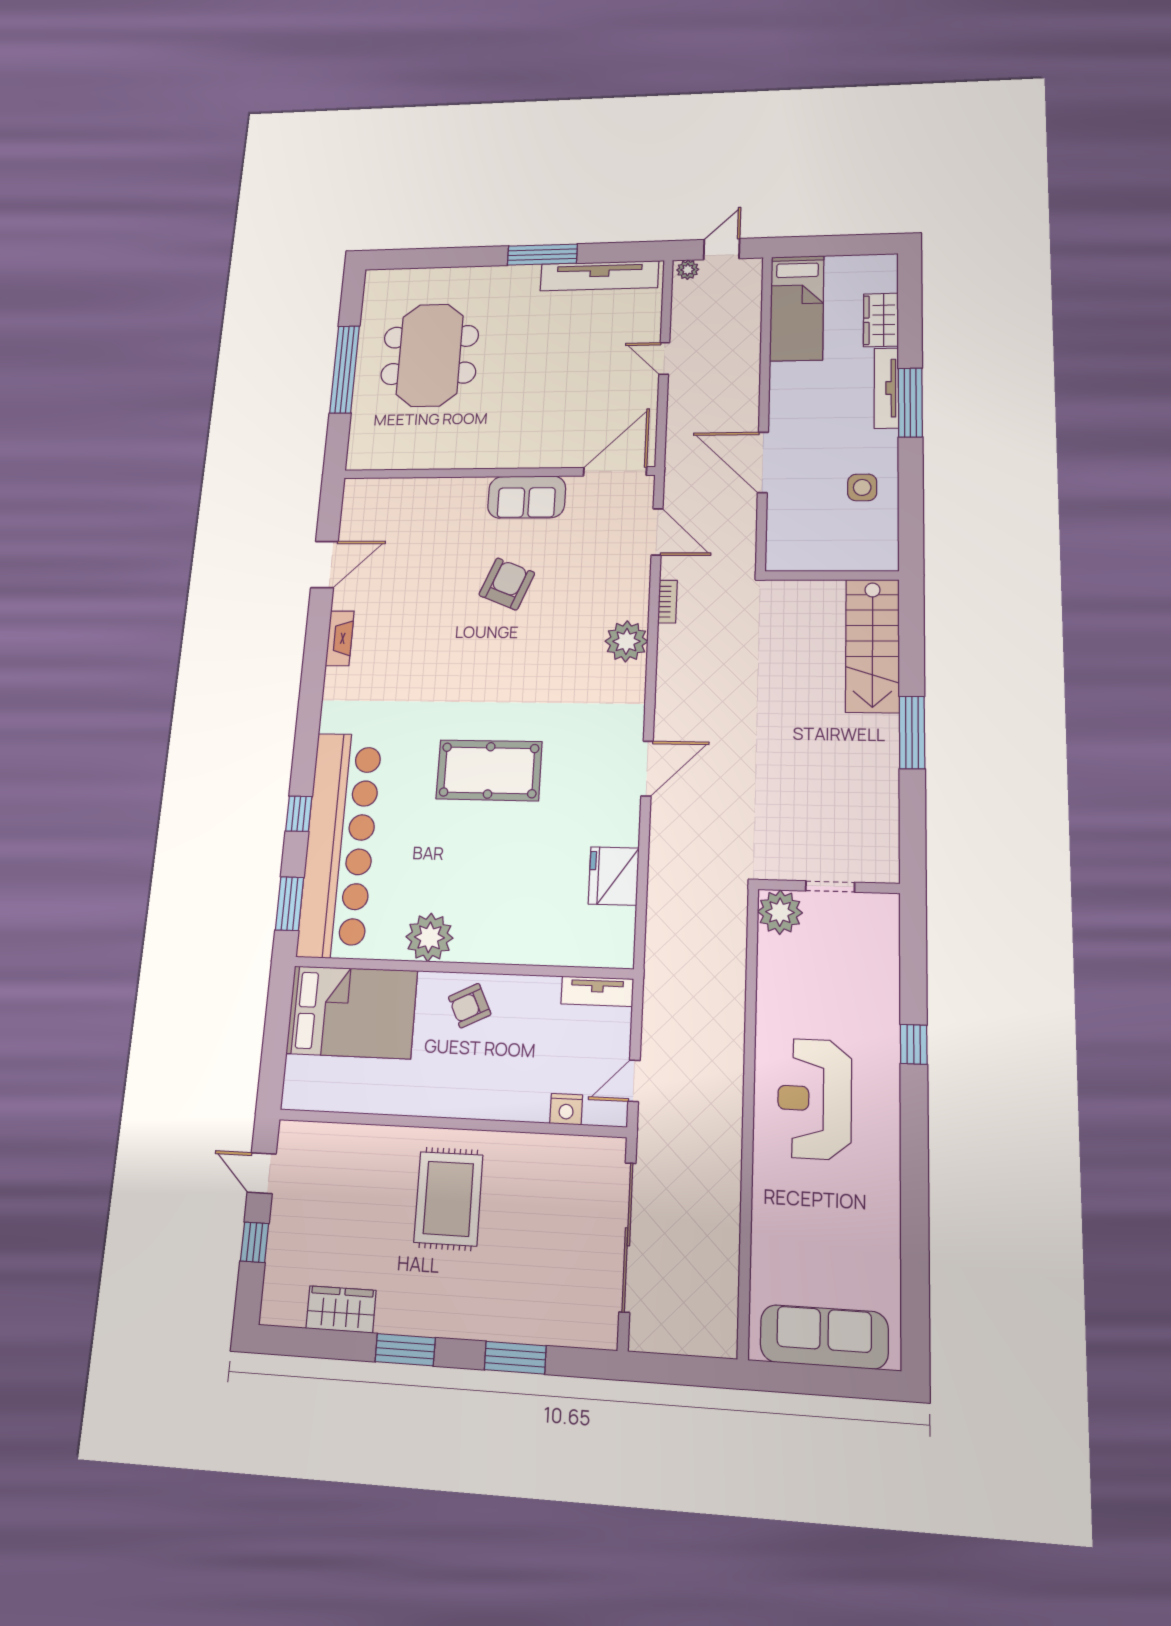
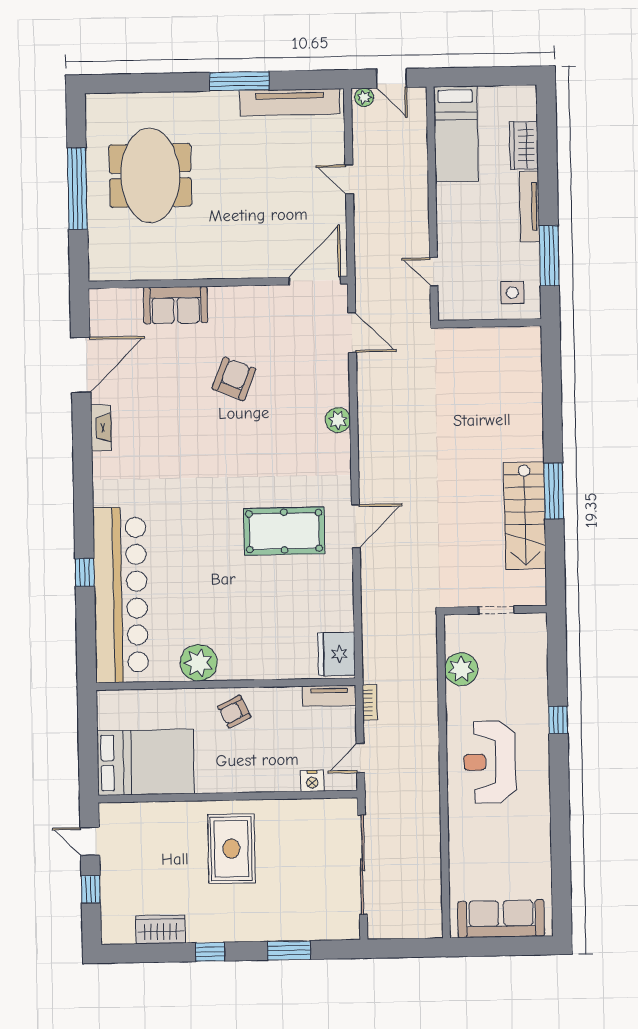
door: (722, 249) -> (392, 78), swing flipped
window: (910, 403) -> (549, 256), moved
door: (763, 462) -> (434, 272), width x0.53
sofa: (527, 497) -> (176, 305), moved
door: (325, 565) -> (81, 365), width x1.36
wall: (831, 575) -> (490, 323), moved
bookcase: (667, 602) -> (370, 702), moved
plant: (626, 641) -> (338, 420), width x0.73, depth x0.73
stairs: (872, 645) -> (525, 516), moved
pool table: (489, 770) -> (284, 531), moved
fridge: (614, 876) -> (337, 654), moved
window: (290, 904) -> (86, 643), removed
plant: (780, 912) -> (461, 669), moved
bed: (352, 1012) -> (146, 762), moved
window: (405, 1350) -> (210, 952), width x0.67

